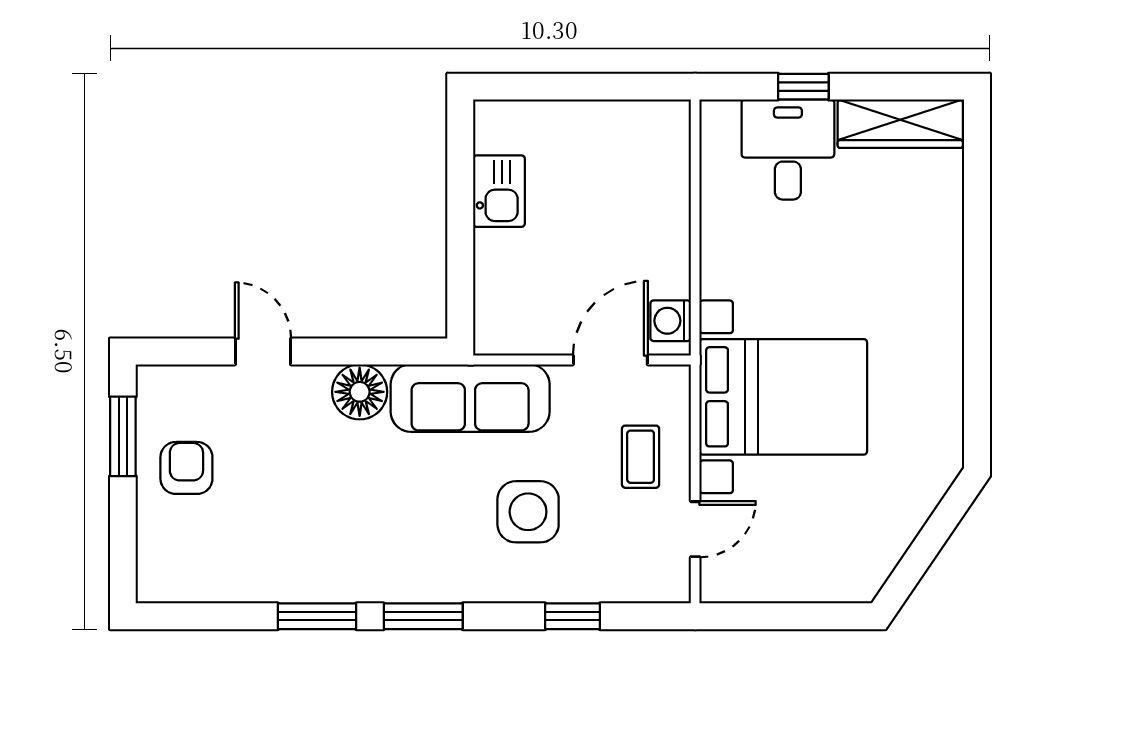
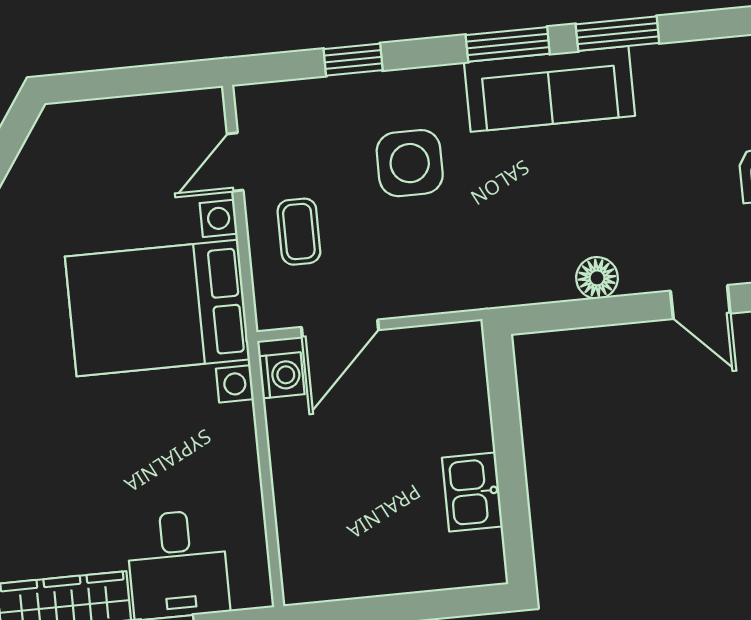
floor lamp: (360, 392) -> (597, 278), width x0.73, depth x0.73
sofa: (470, 398) -> (549, 89), moved, turned 180

